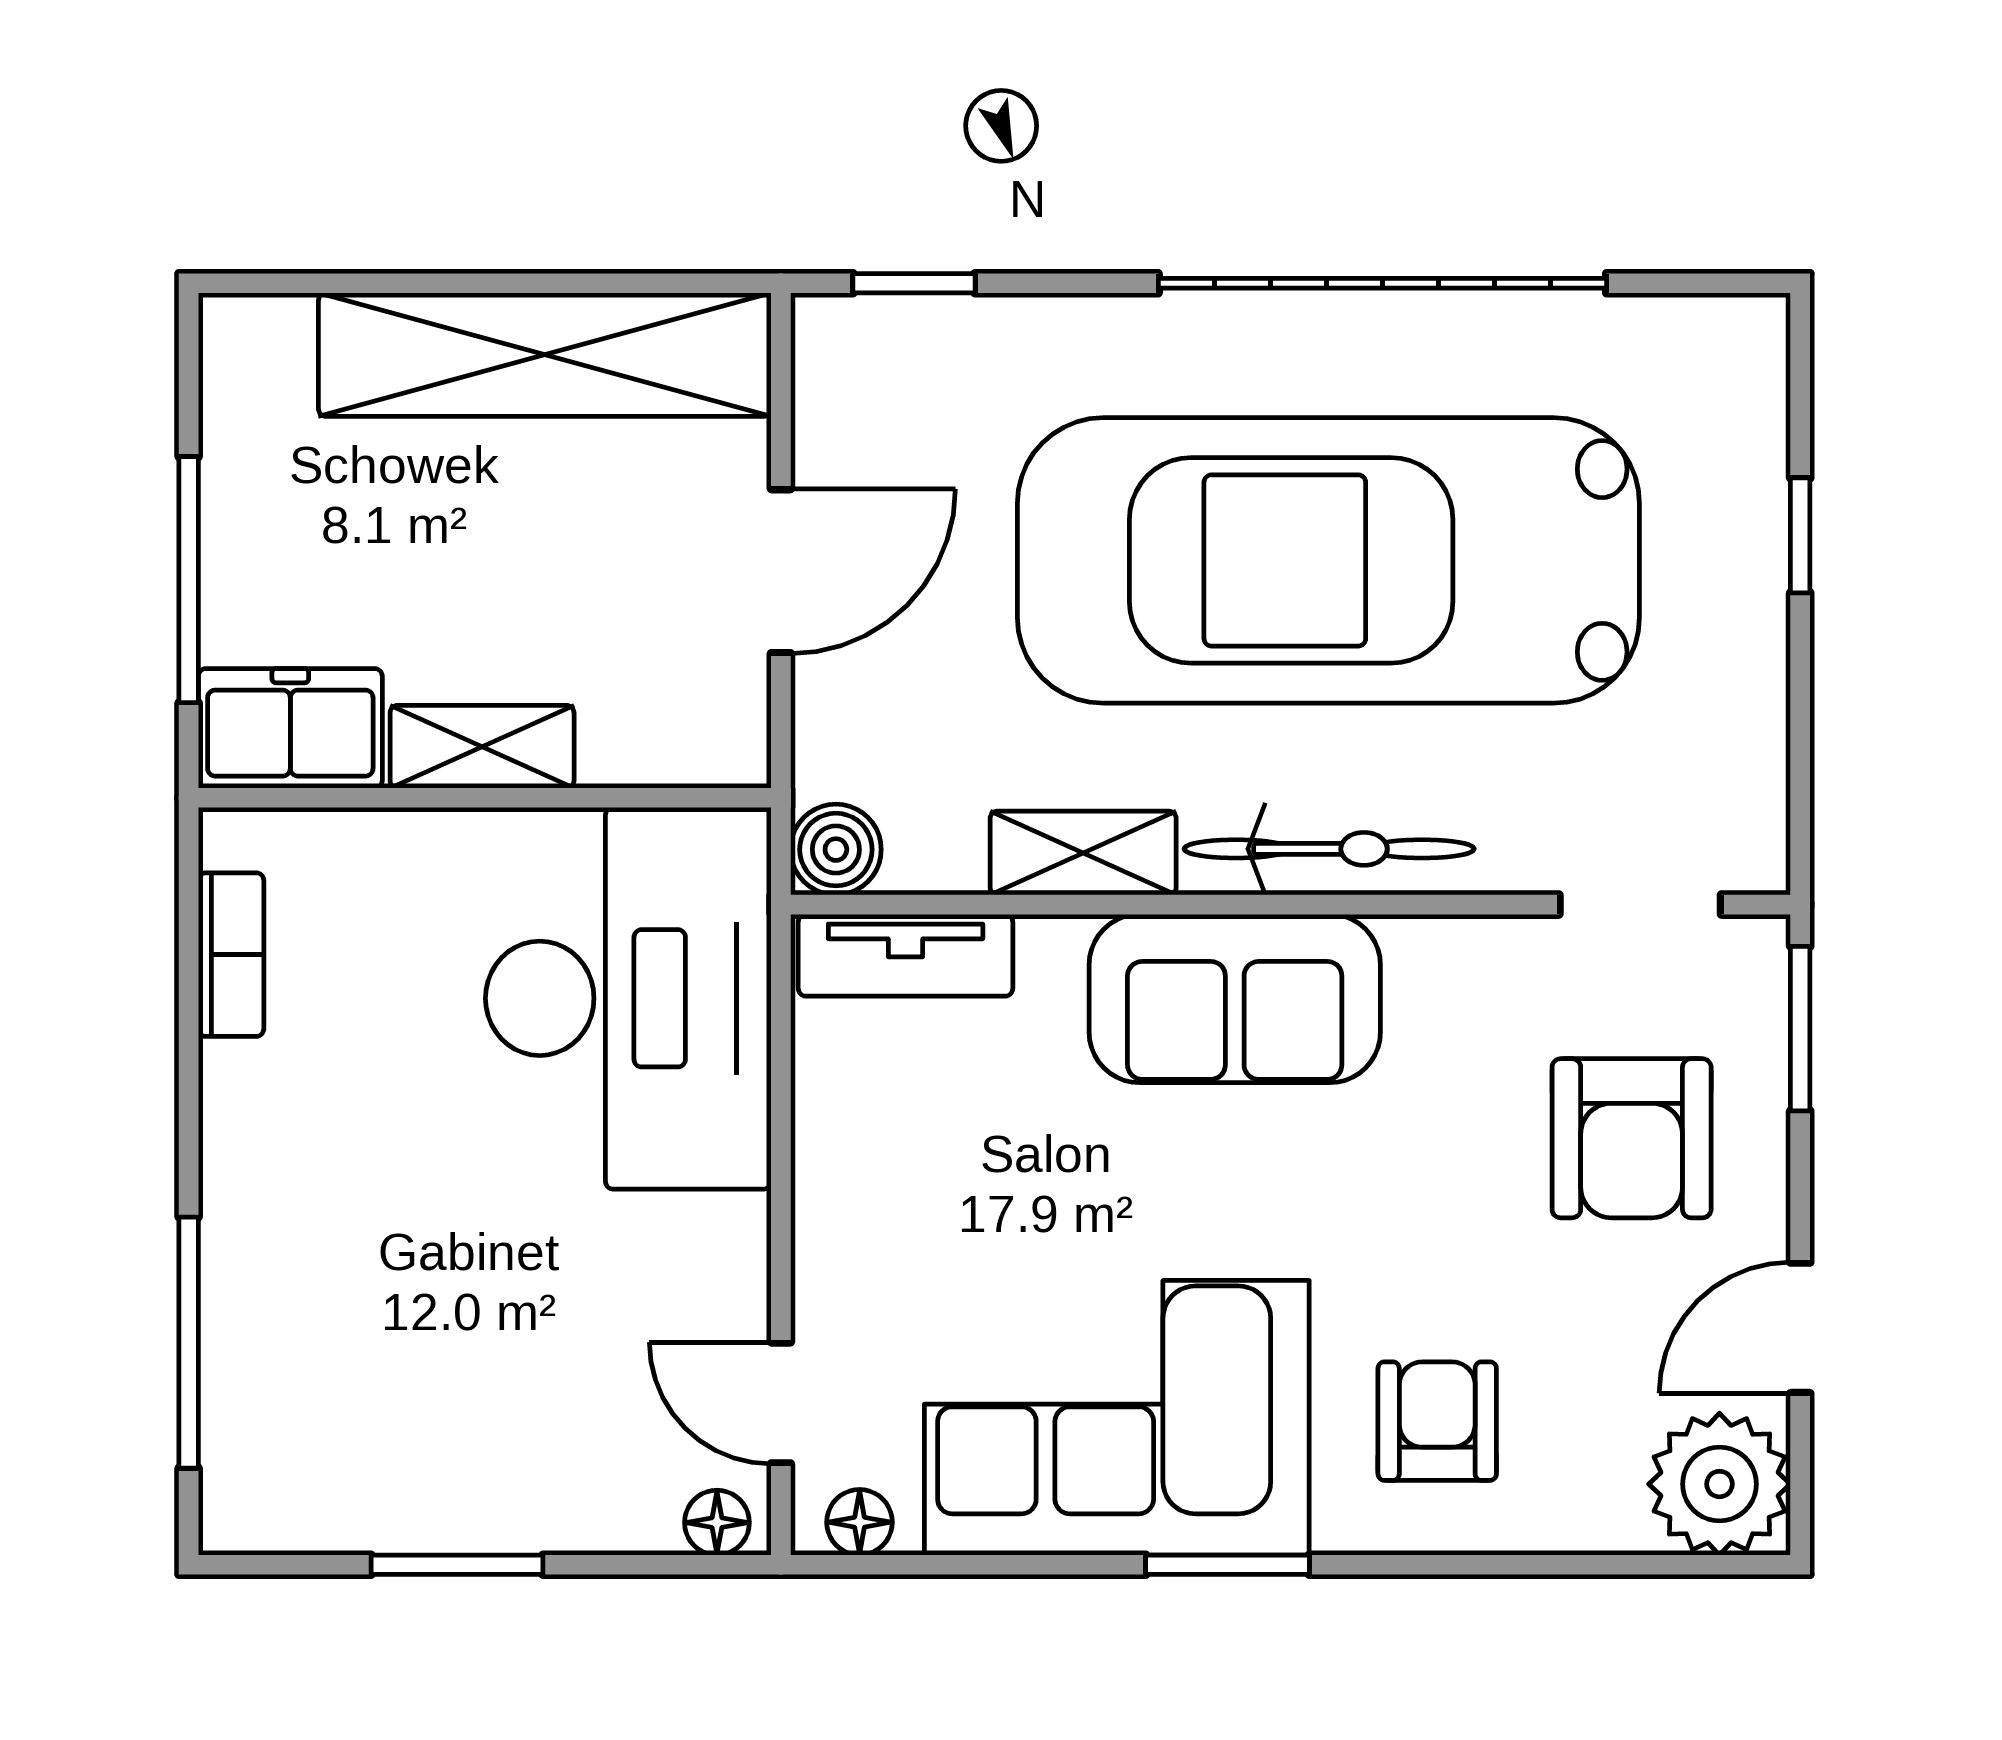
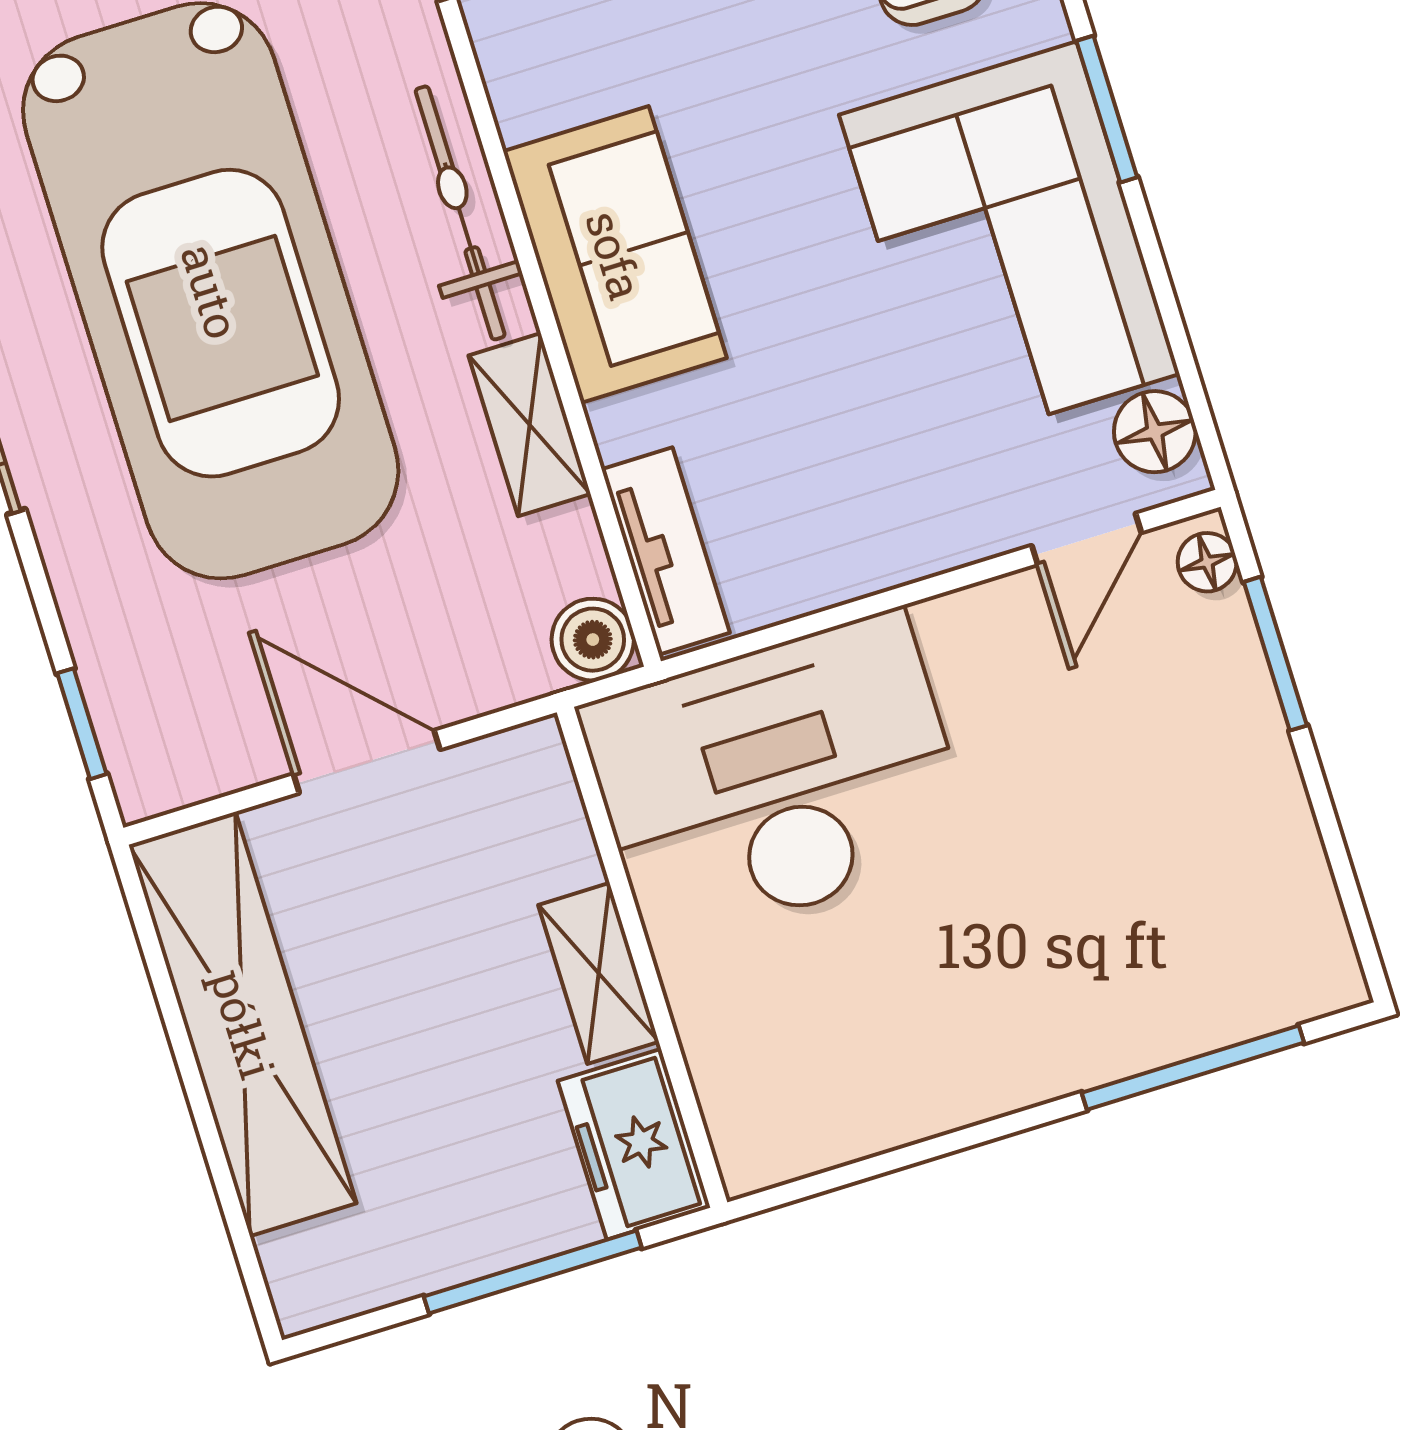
bookcase: (231, 955) -> (846, 1135), removed
floor lamp: (860, 1522) -> (1155, 432), width x1.37, depth x1.37
window: (457, 1565) -> (1275, 654), moved

